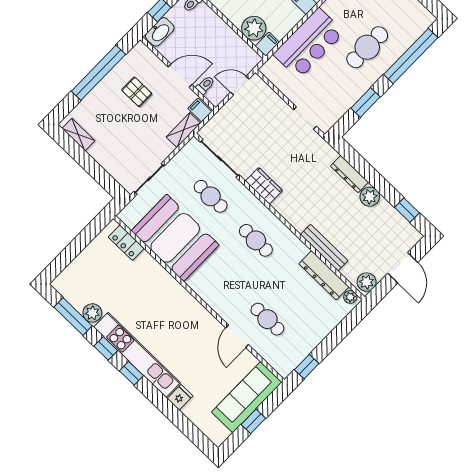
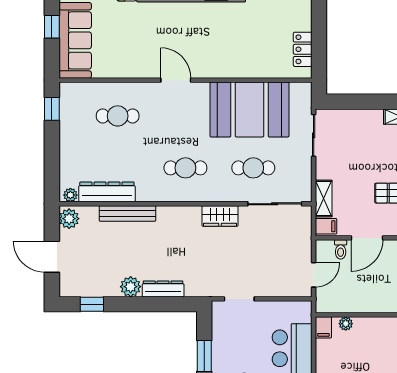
plant: (254, 28) -> (346, 324), width x0.53, depth x0.53
locker: (126, 243) -> (303, 49), moved, turned -90
door: (237, 336) -> (176, 80), moved

